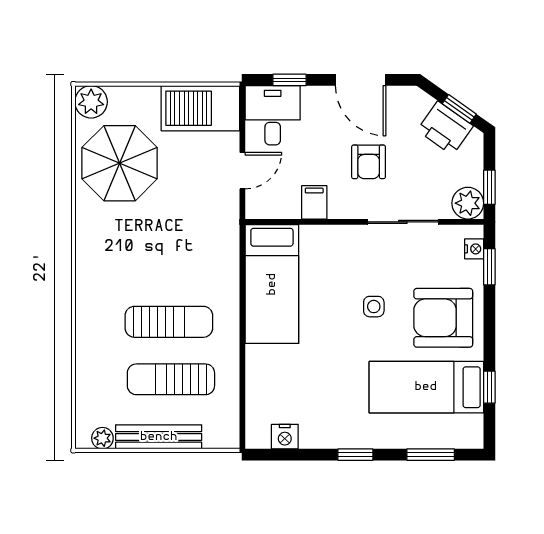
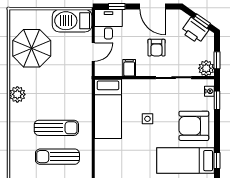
plant: (91, 102) -> (17, 94), moved
side table: (374, 307) -> (147, 119), moved

